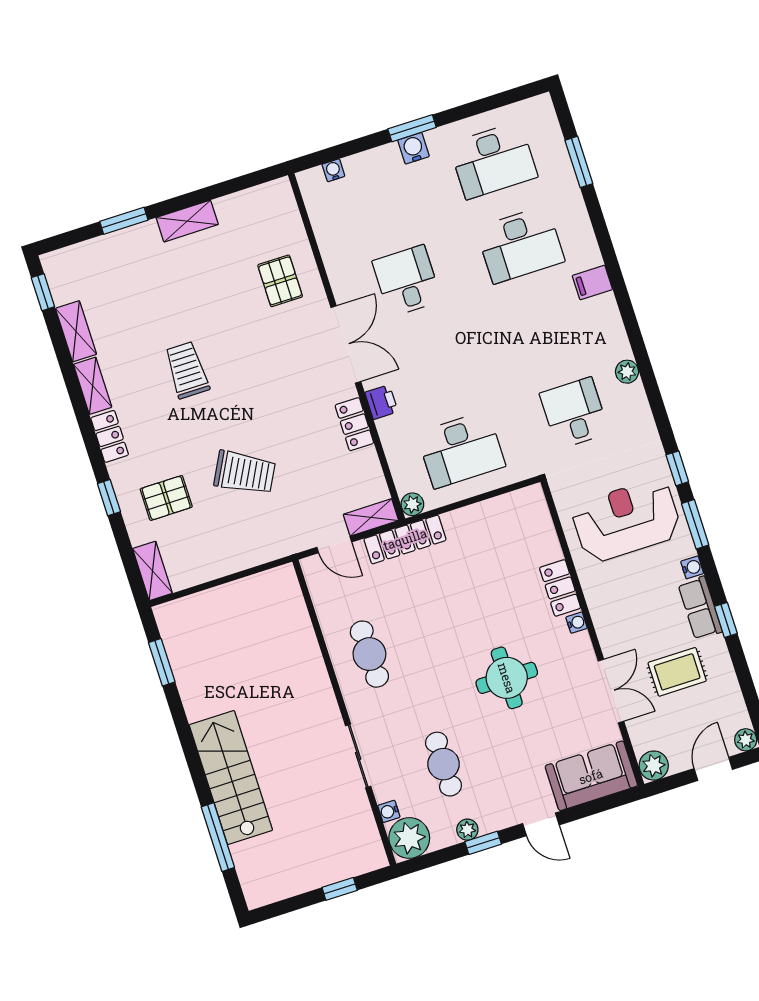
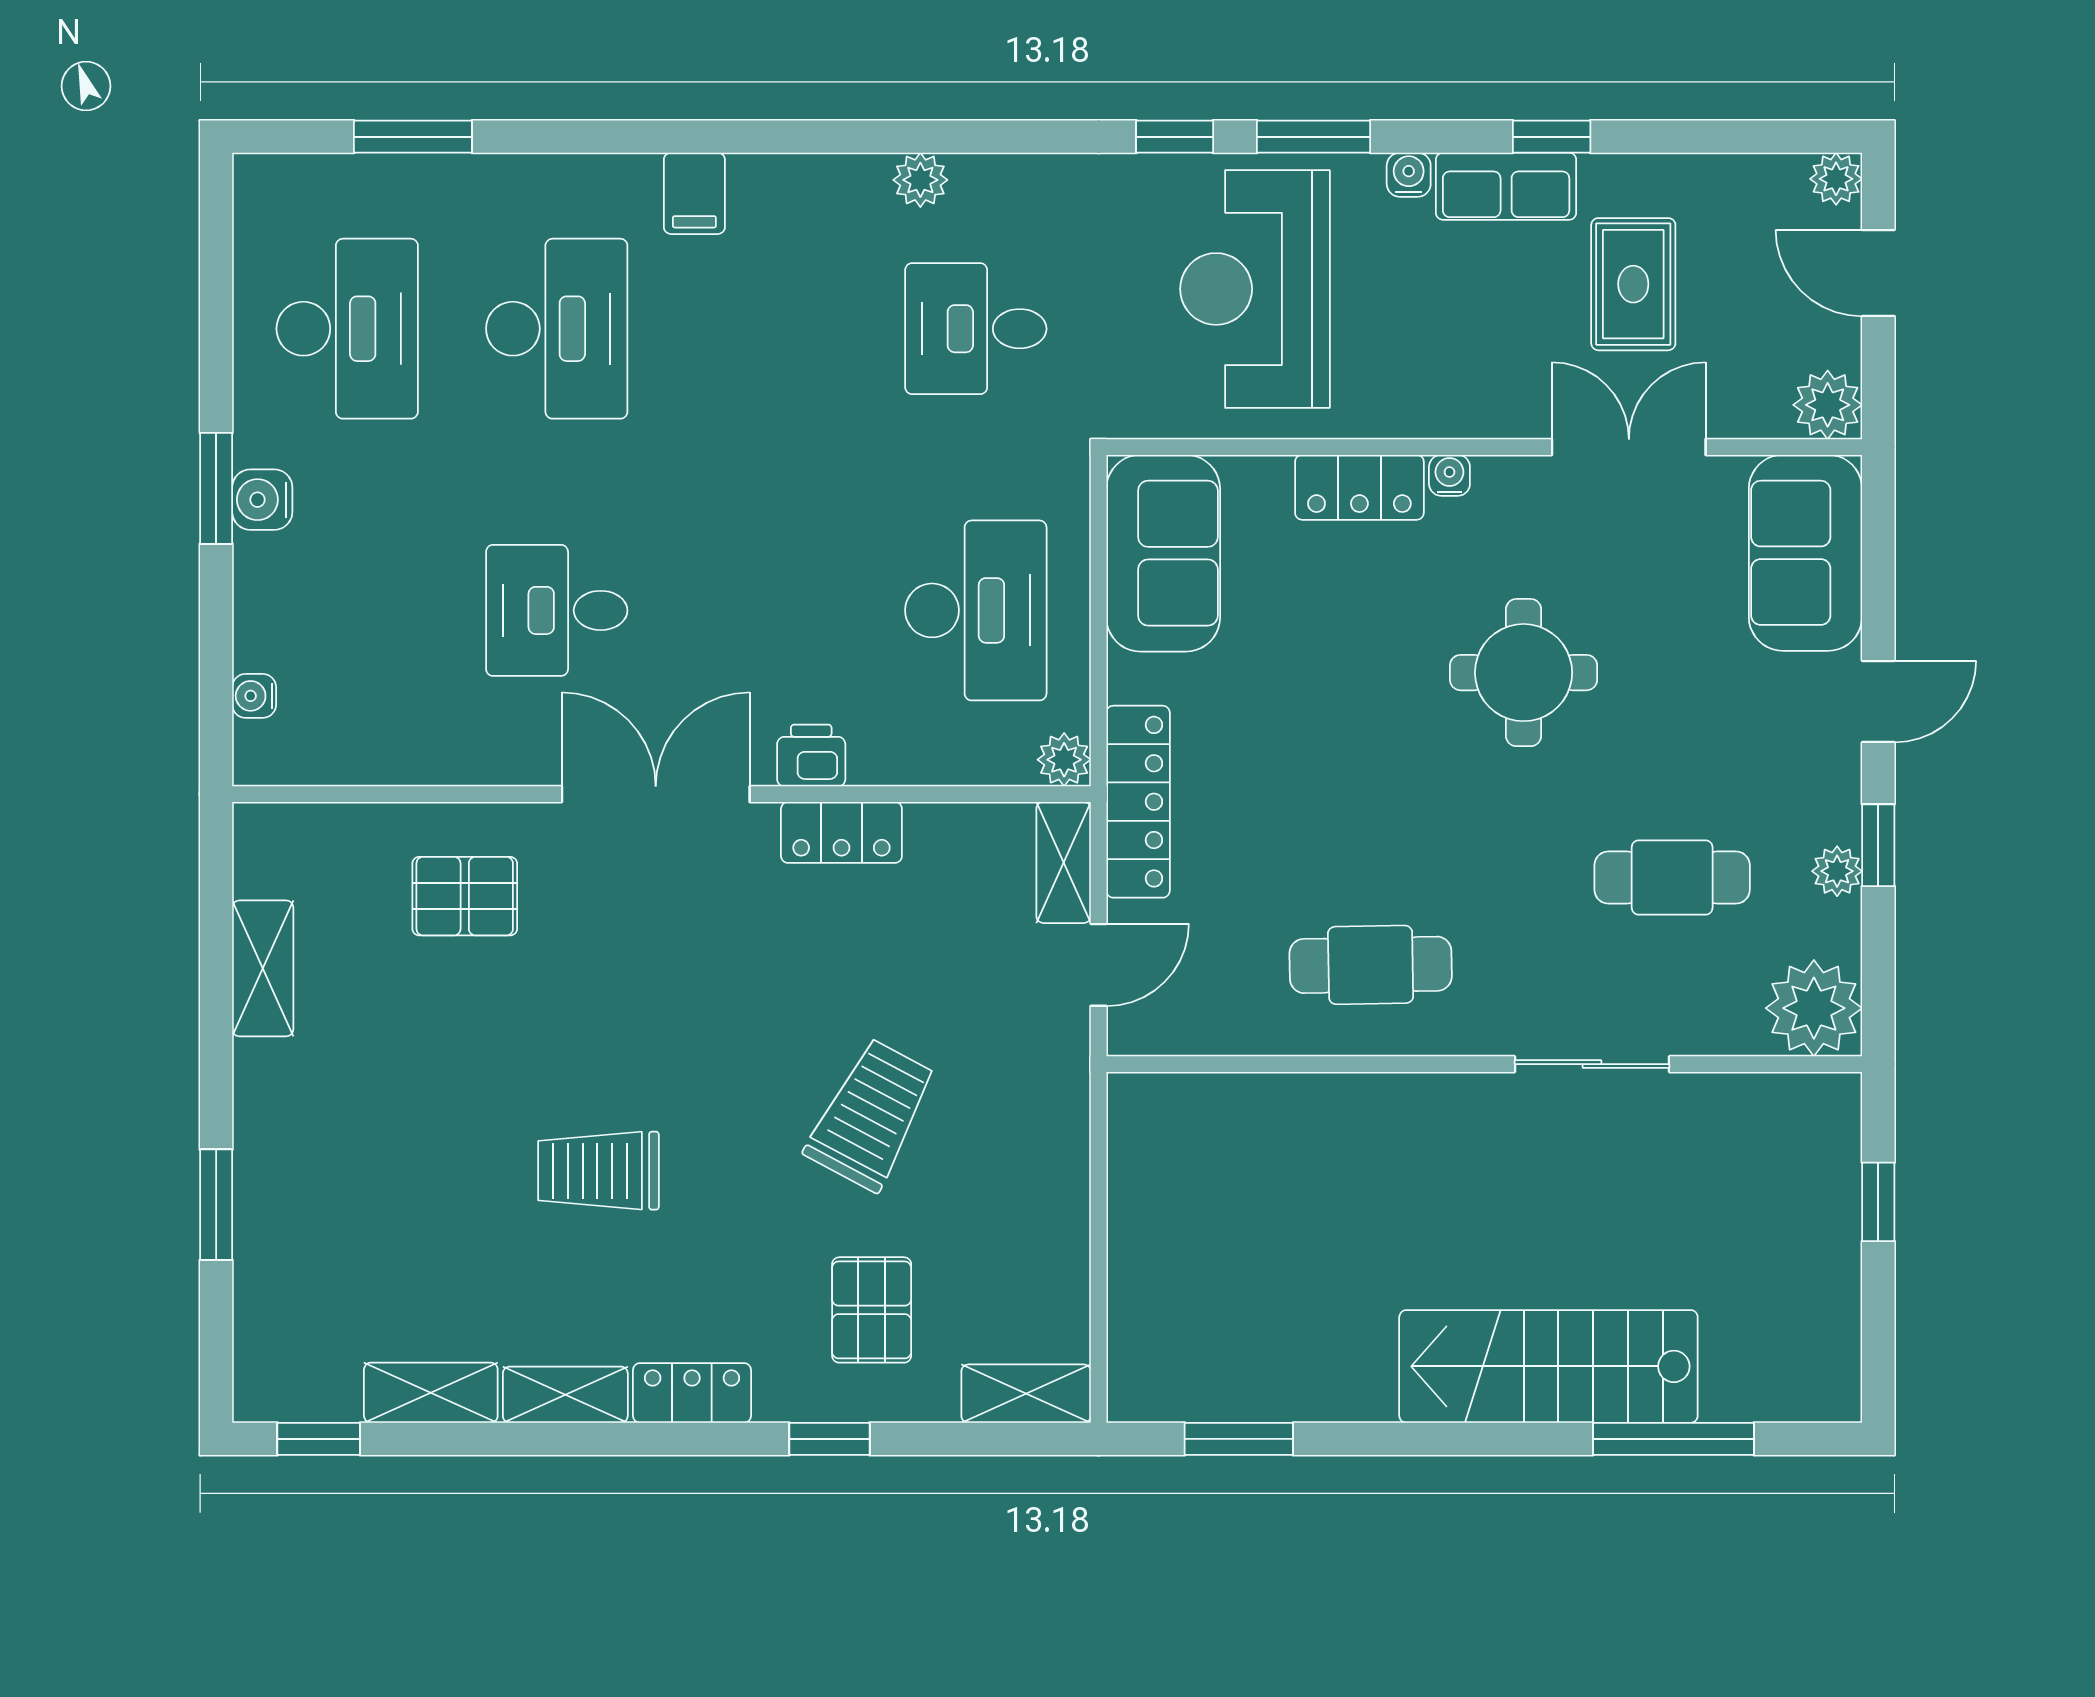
shelving: (187, 221) -> (263, 968), moved
sofa: (508, 517) -> (1163, 553), added
water cooler: (389, 811) -> (1739, 1035), removed

